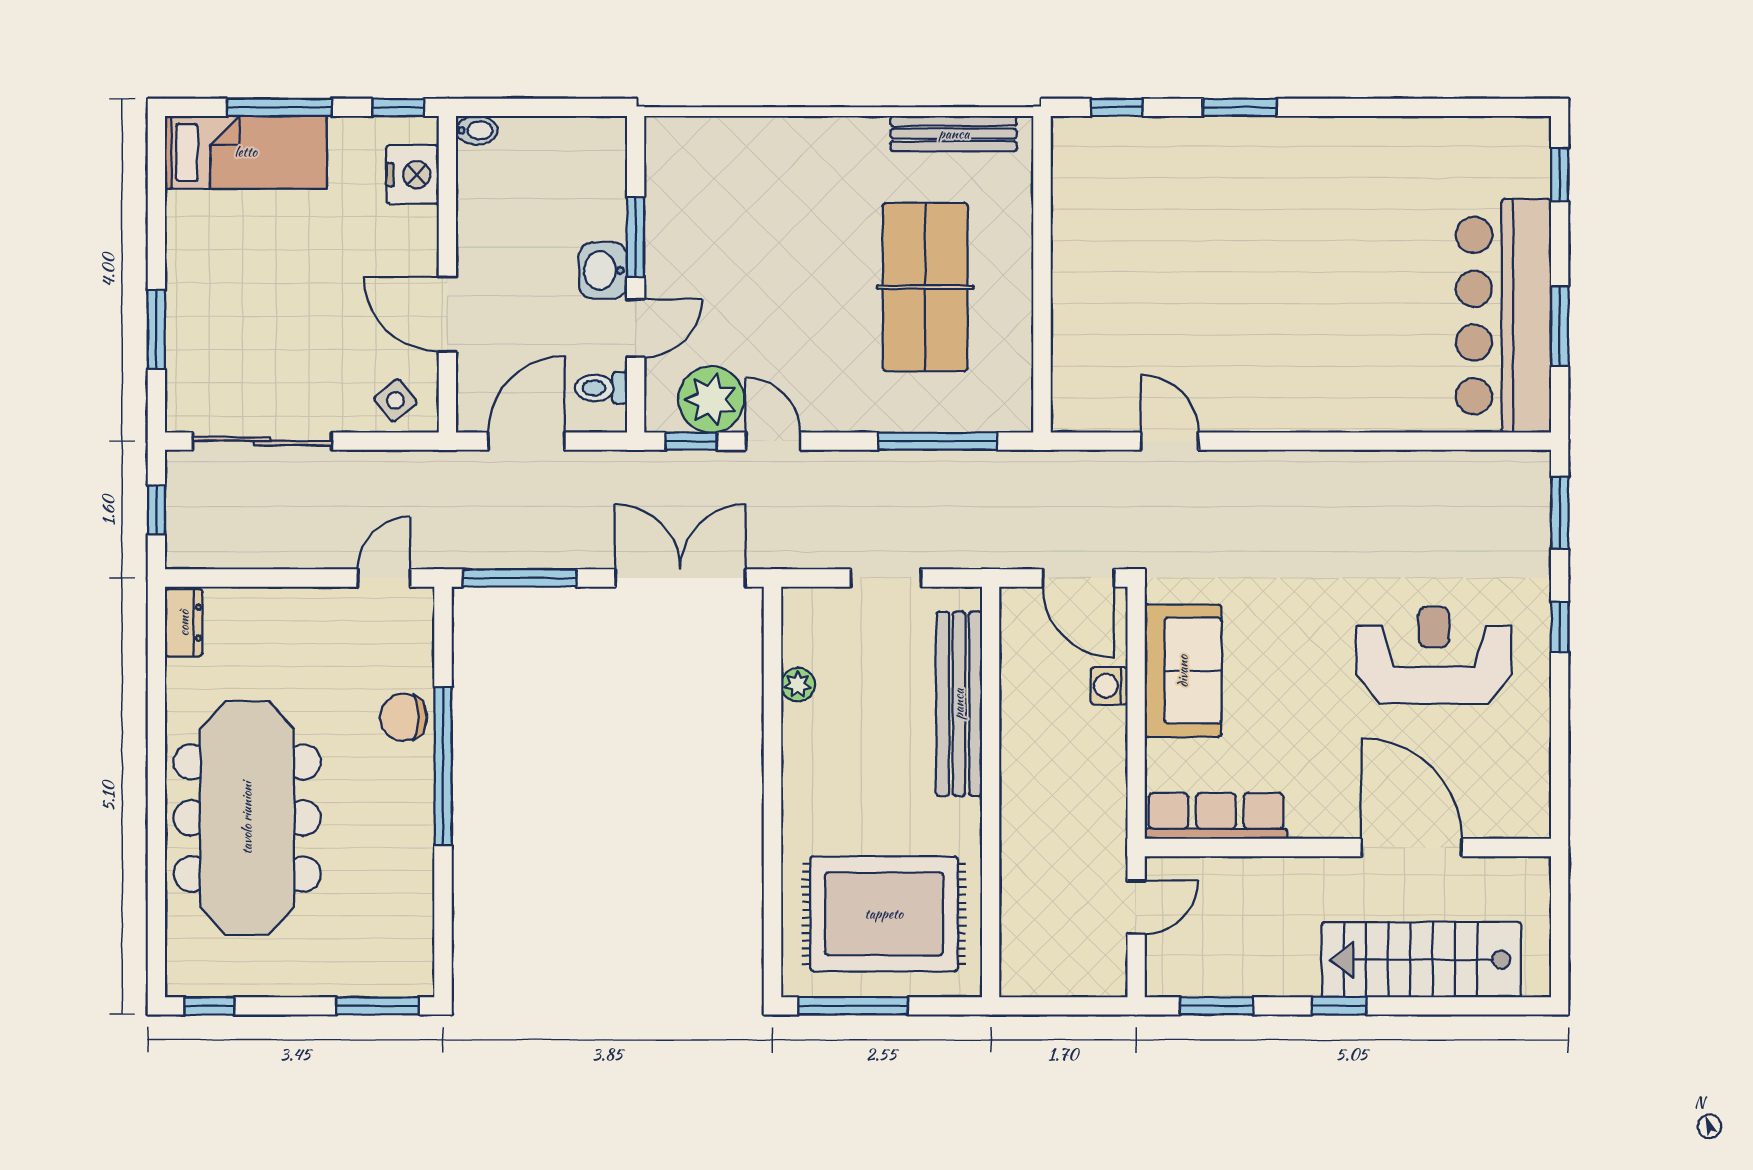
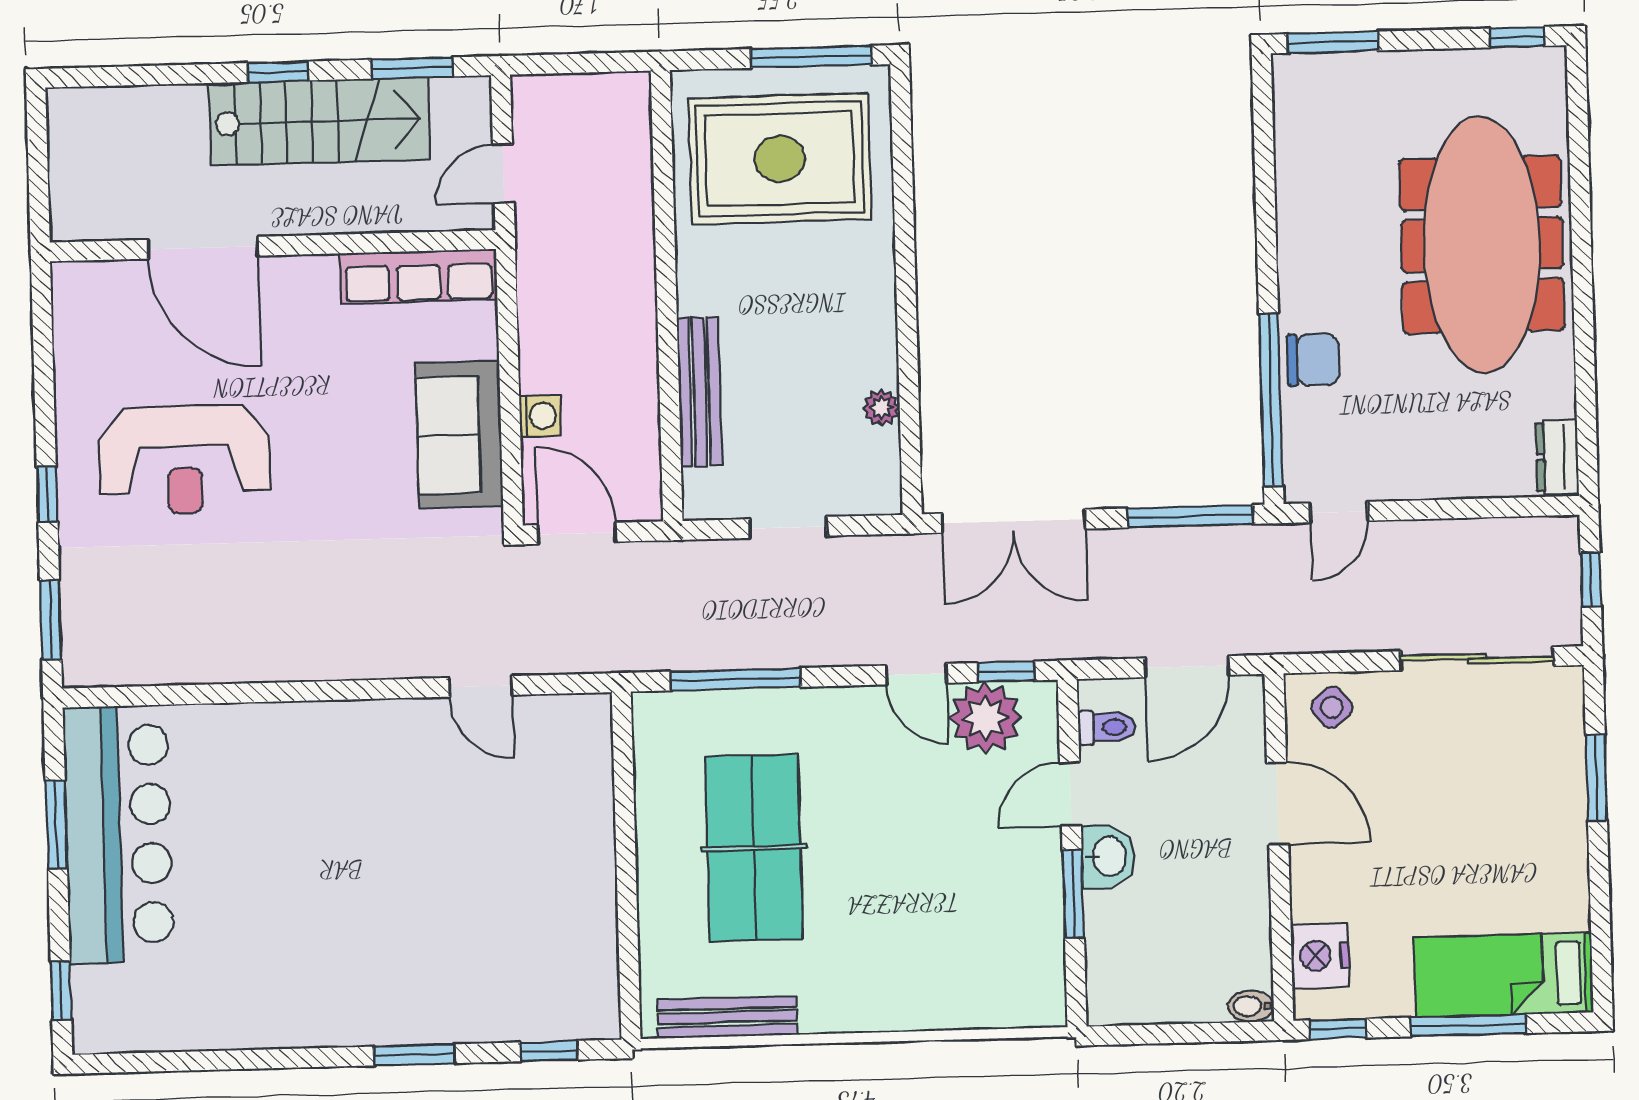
bench: (959, 704) -> (699, 392), width x0.73, depth x0.82
window: (443, 766) -> (1271, 400), moved
stairs: (1421, 960) -> (319, 121), moved

